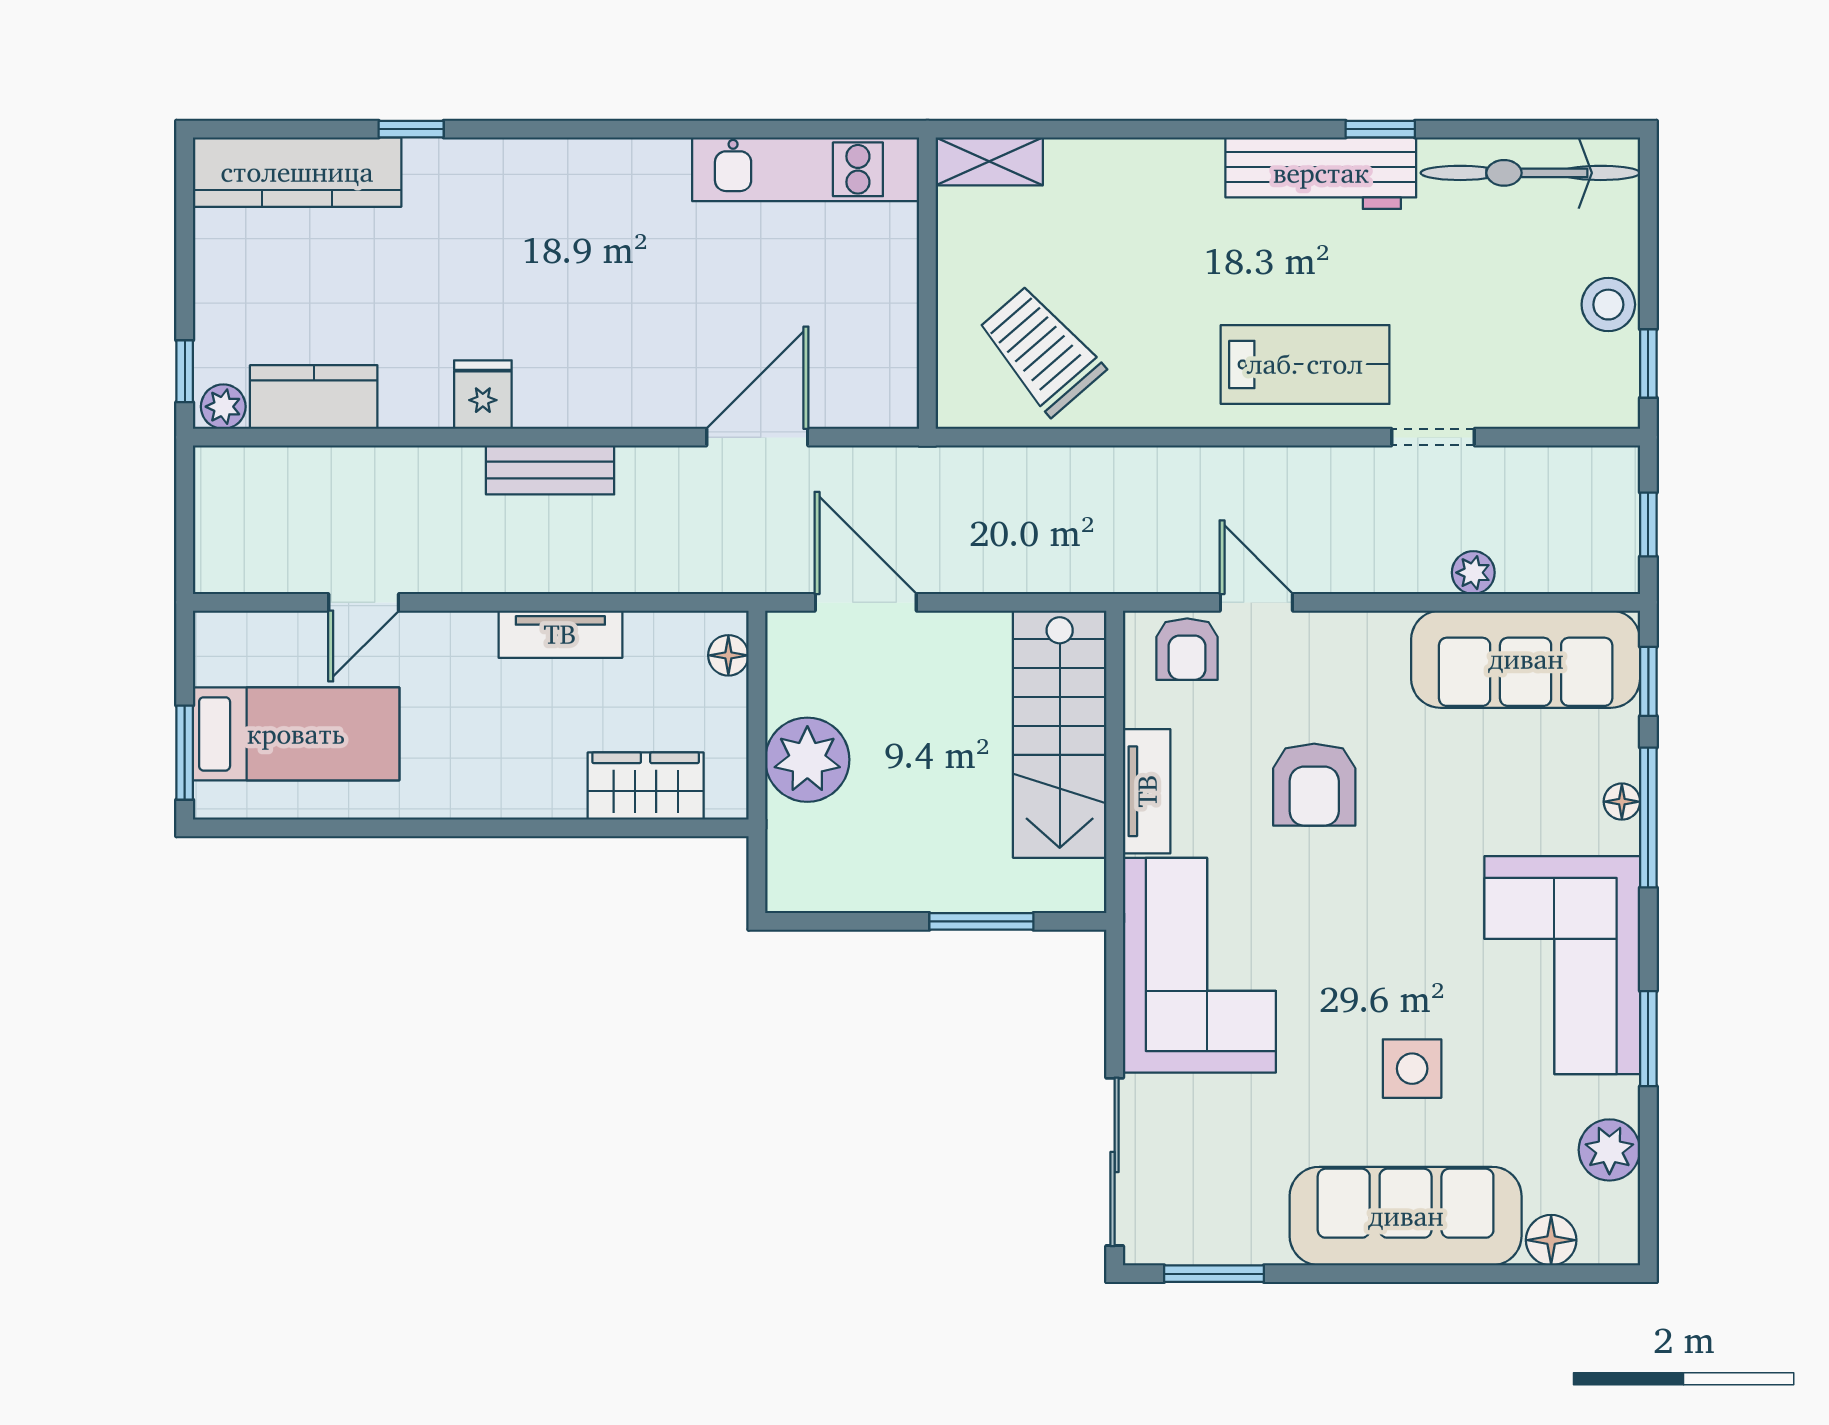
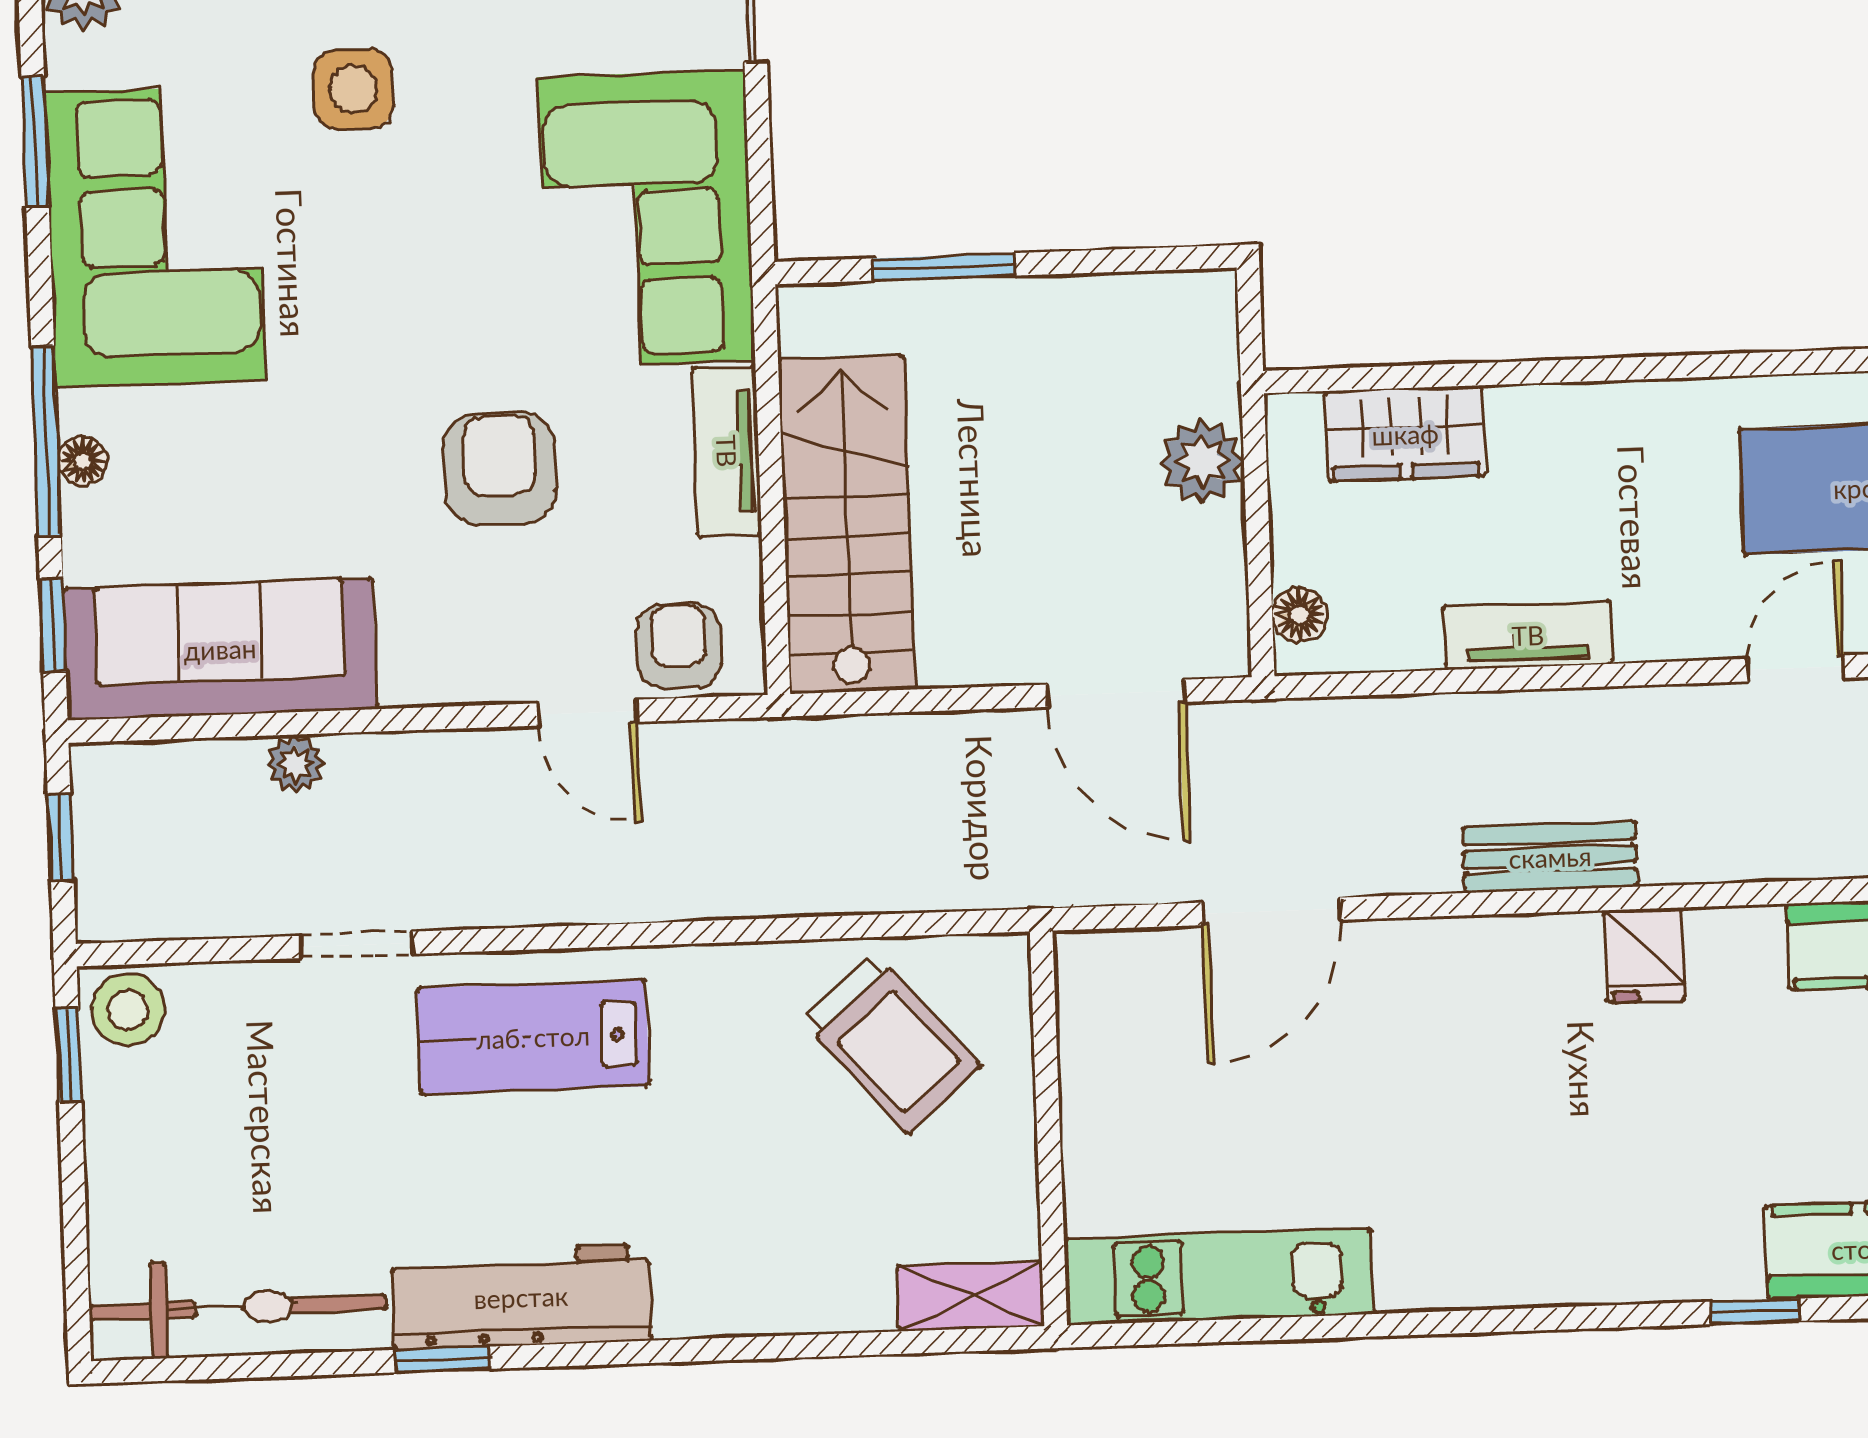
stool: (1608, 305) -> (128, 1010), moved
plant: (807, 760) -> (1202, 461), width x0.73, depth x0.73

